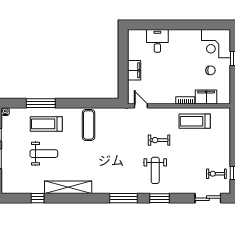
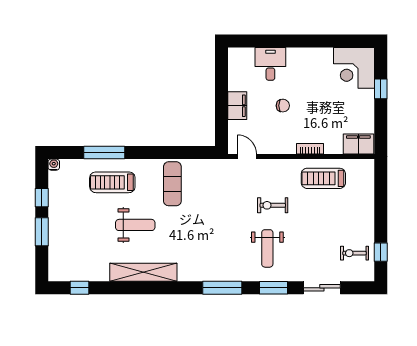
chair: (211, 70) -> (283, 106), moved
filing cabinet: (206, 97) -> (358, 144), moved
weight bench: (44, 154) -> (135, 225), moved
window: (38, 198) -> (79, 288), moved
sliding door: (208, 198) -> (322, 288), moved

